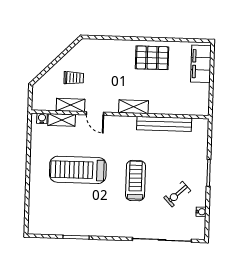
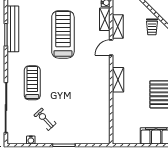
trolley: (74, 78) -> (152, 27), moved
bench: (164, 124) -> (13, 29), moved
treadmill: (136, 181) -> (32, 83), moved, turned -90

